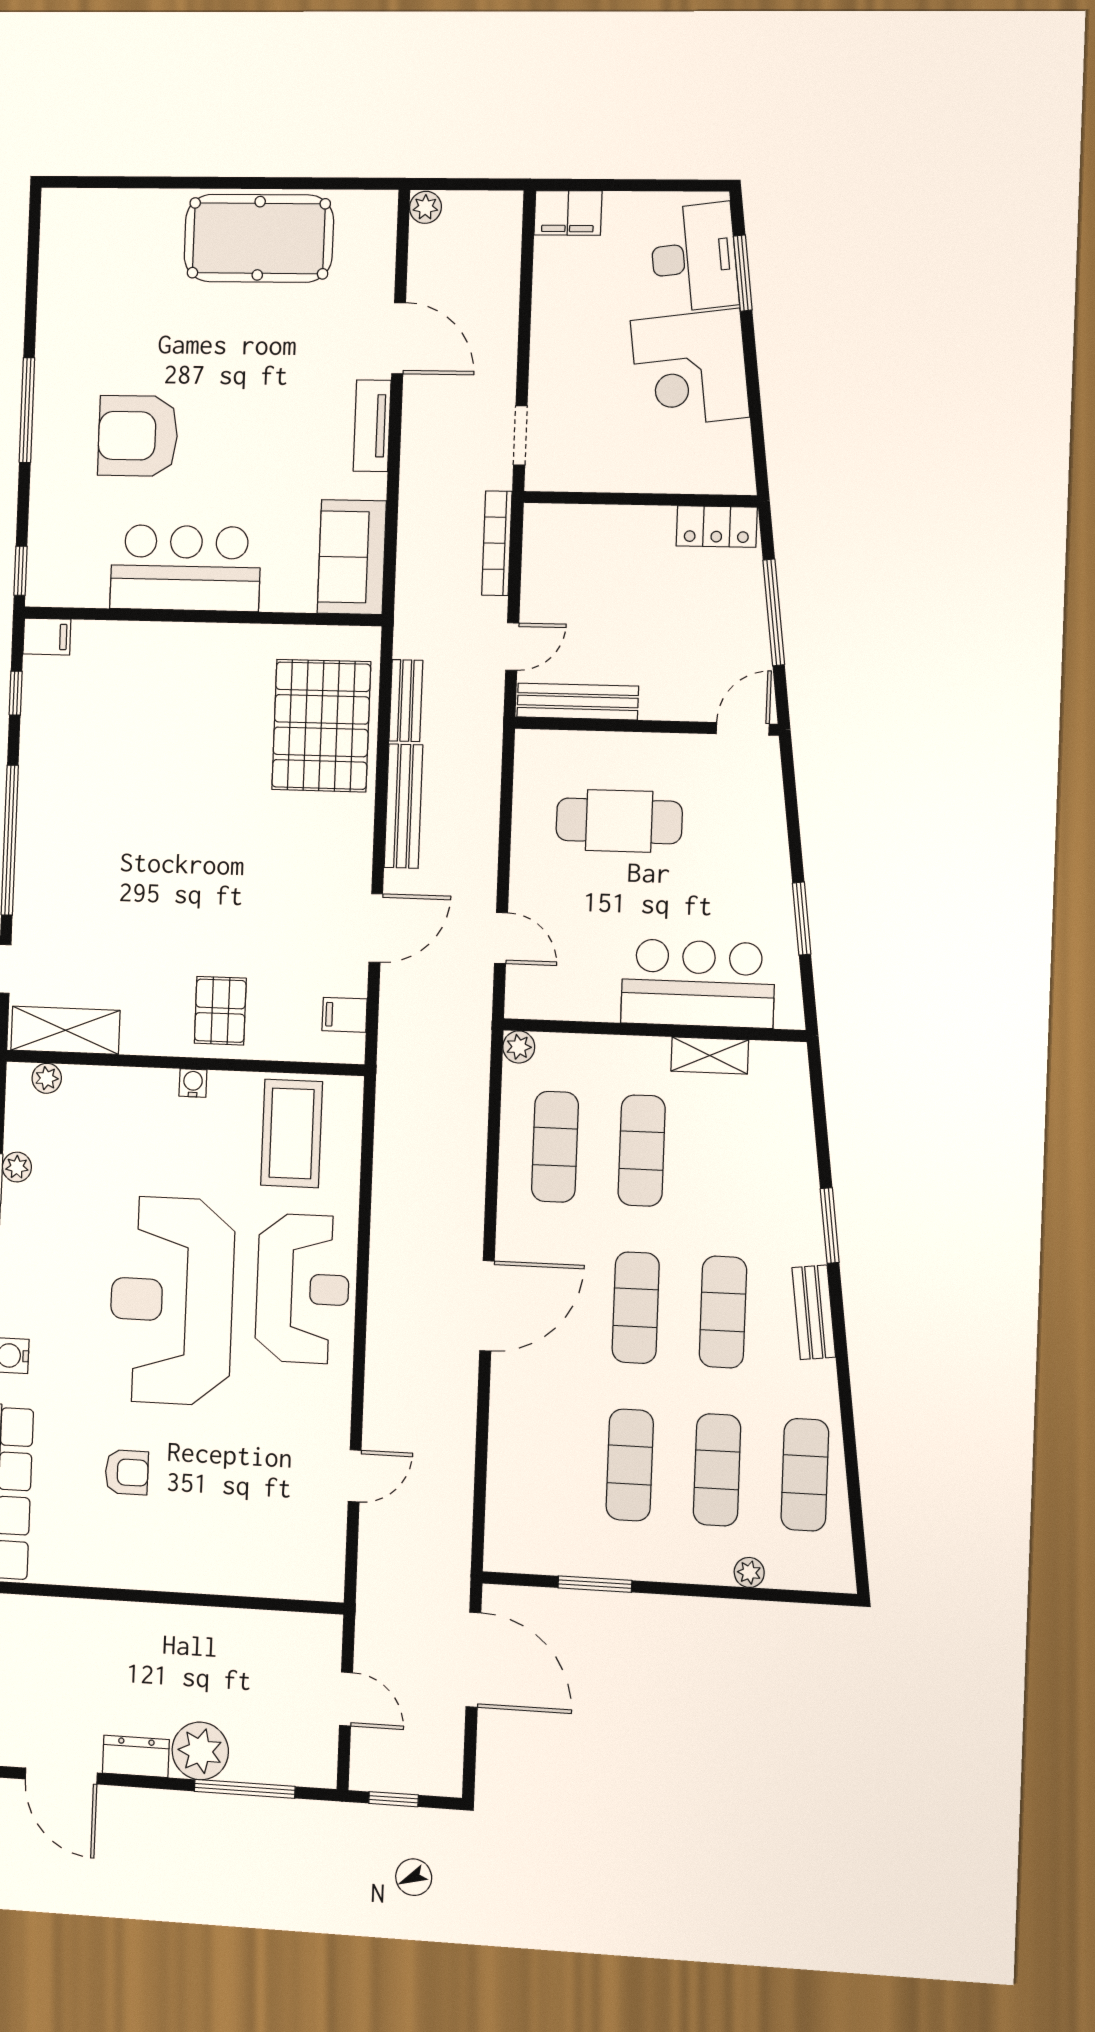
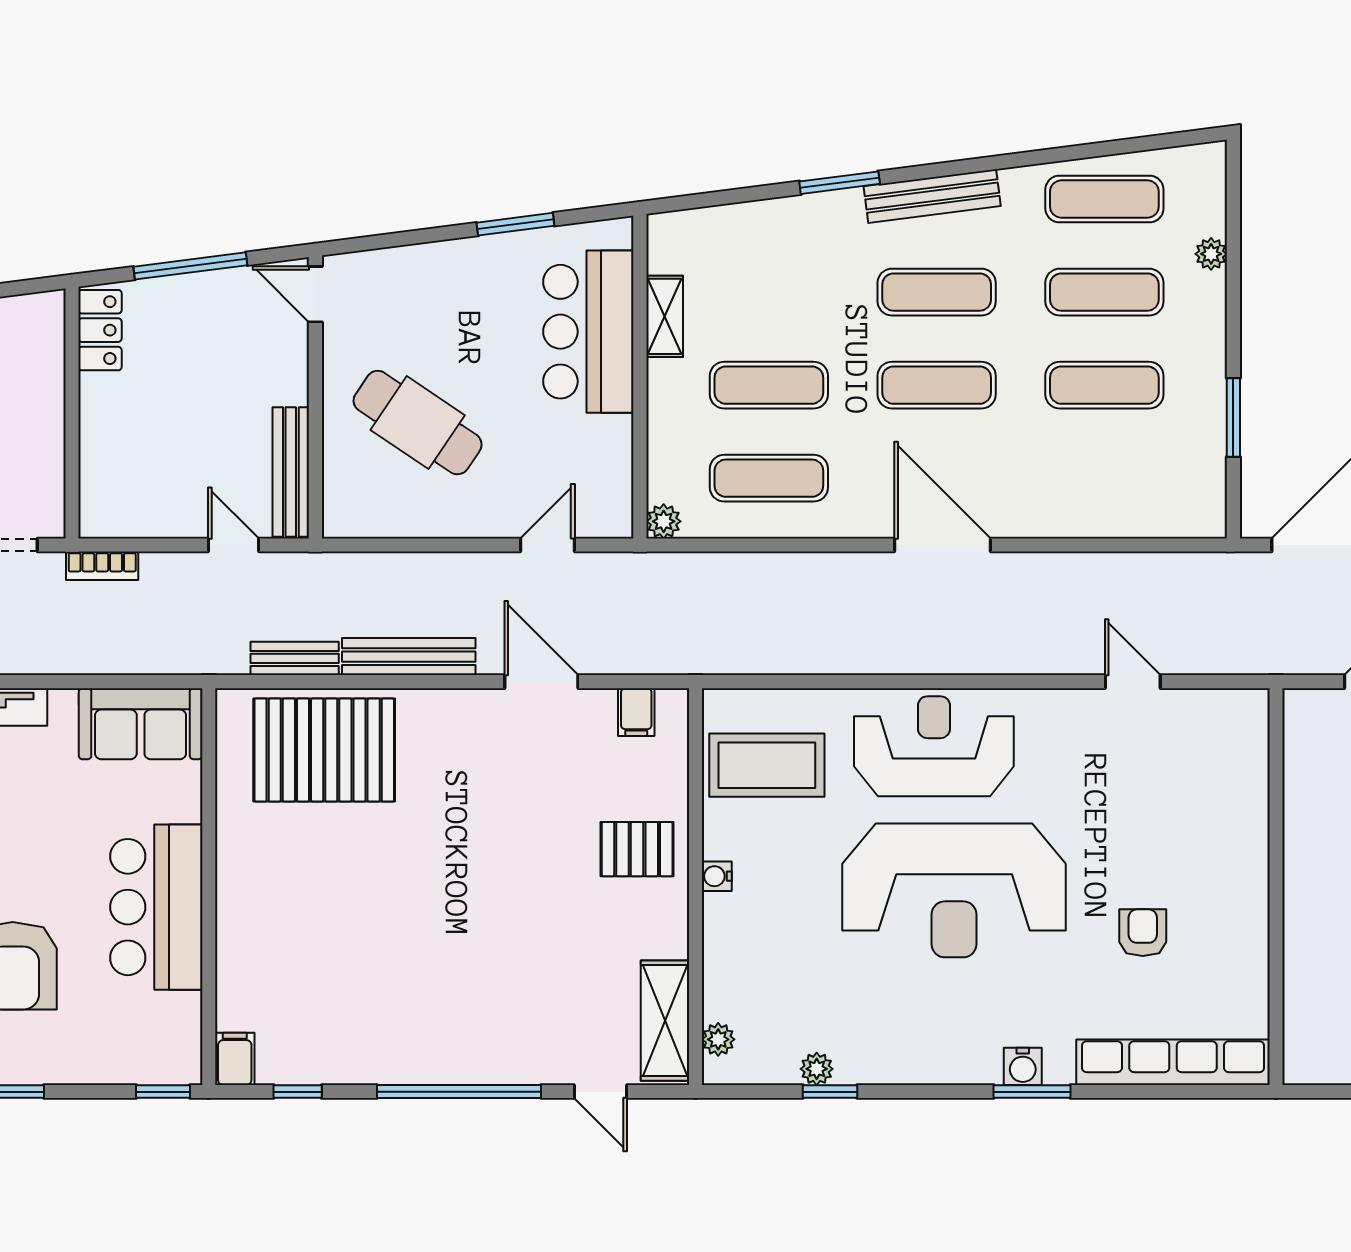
bookcase: (497, 543) -> (102, 566), width x0.64
cafe table: (619, 821) -> (418, 423), turned -56
bench: (814, 1312) -> (932, 196), width x1.36

